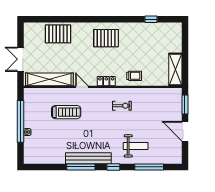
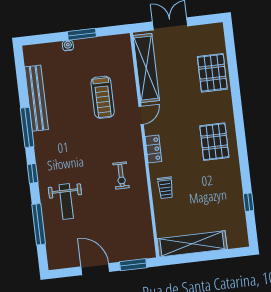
shelving: (175, 70) -> (192, 244), width x1.47
window: (21, 121) -> (82, 34), width x0.47
door: (185, 131) -> (95, 269), hinge flipped
bench: (88, 158) -> (36, 98), moved

